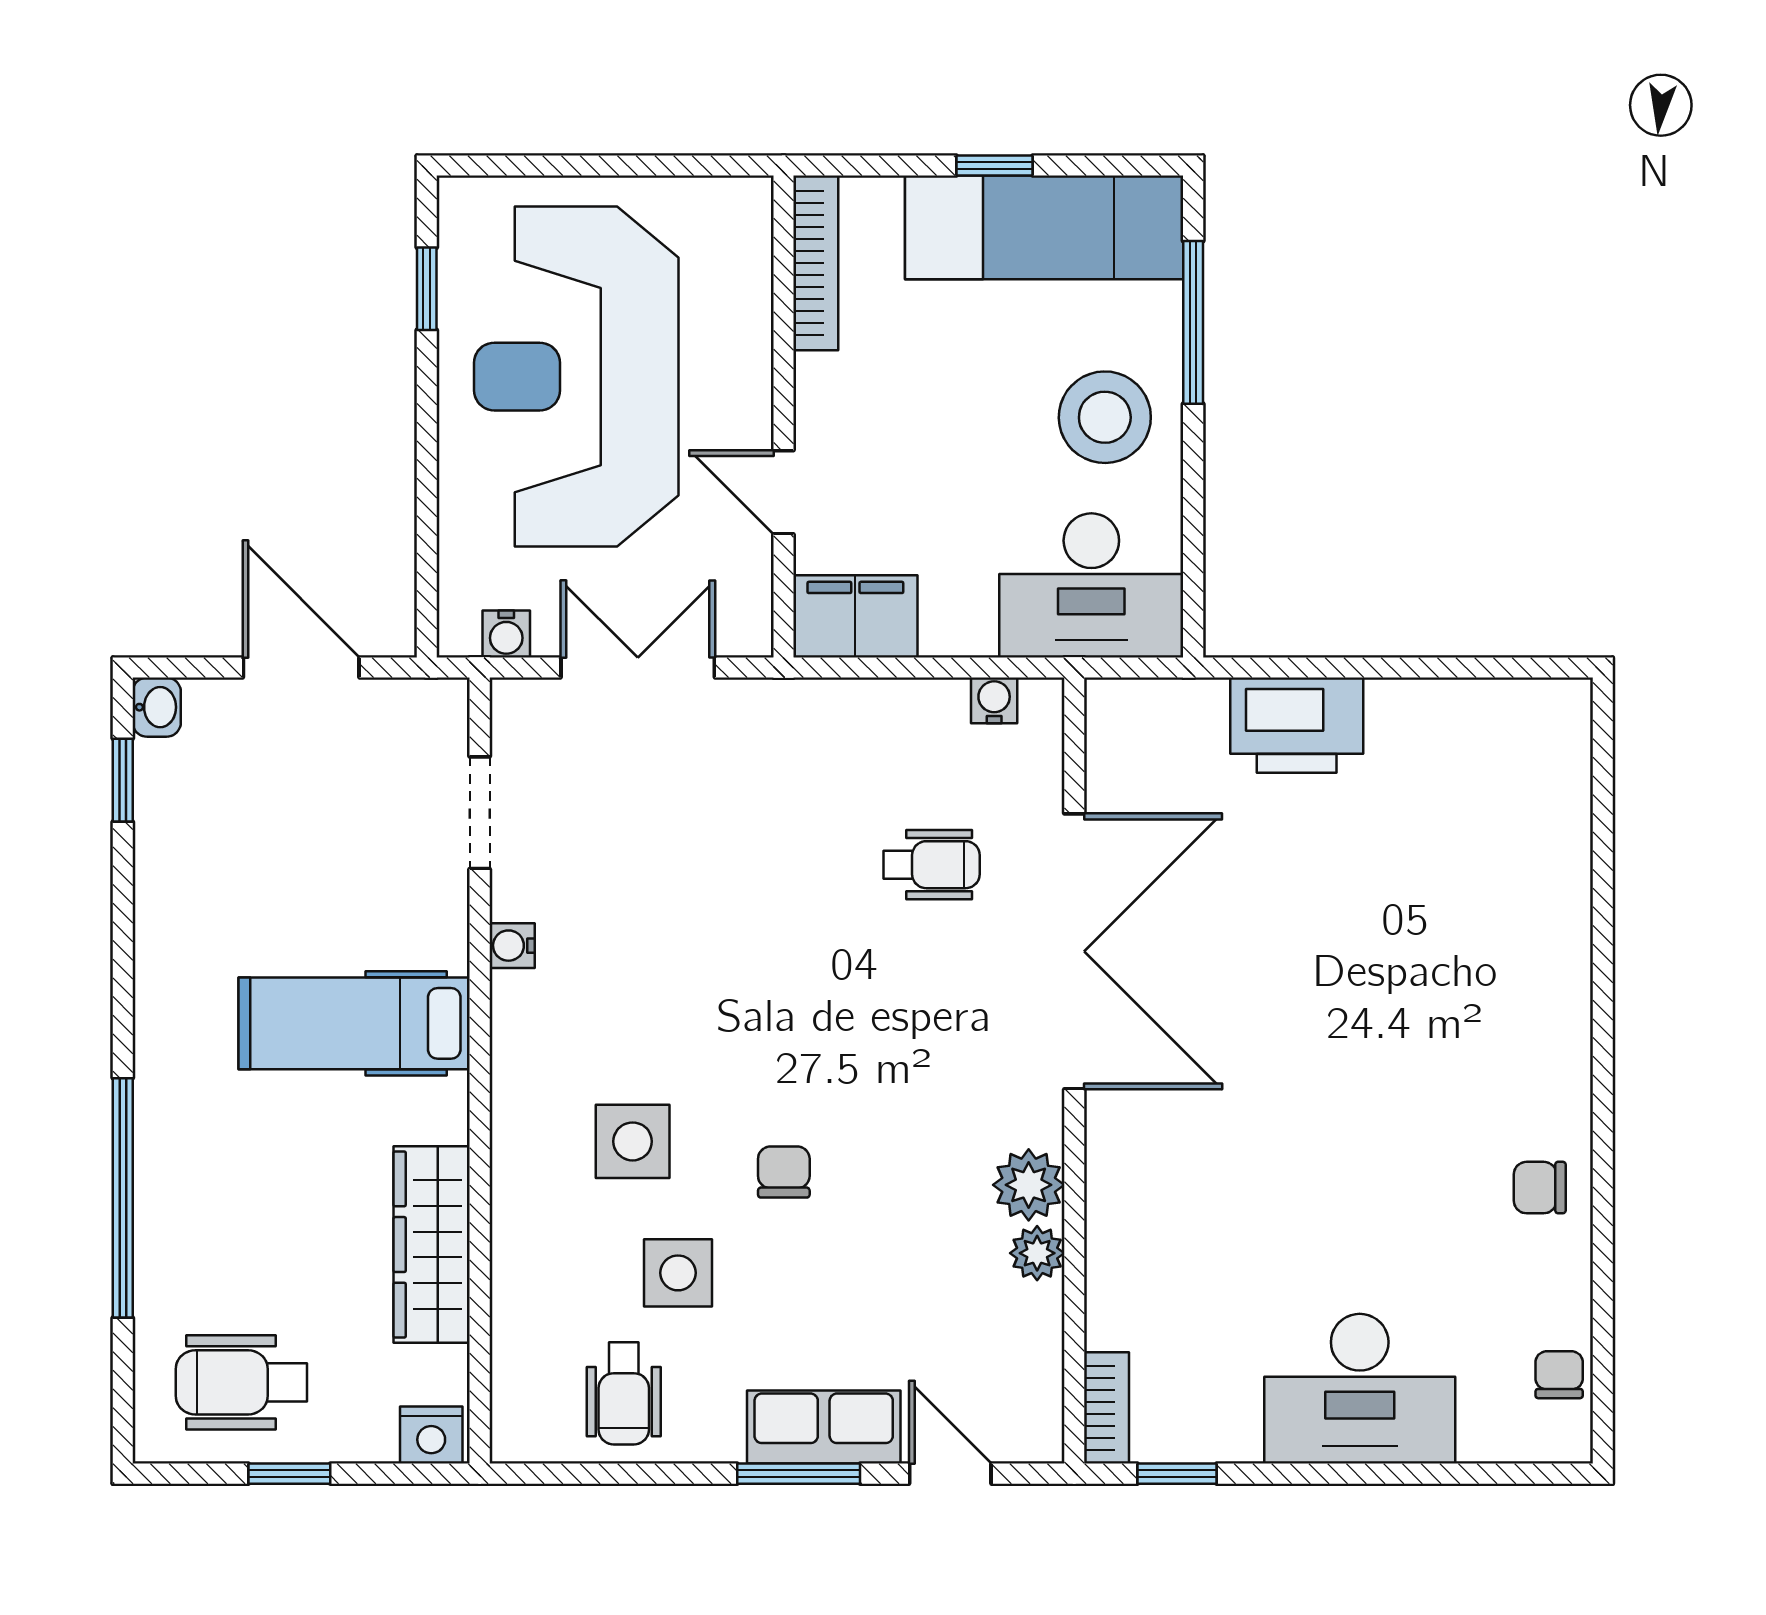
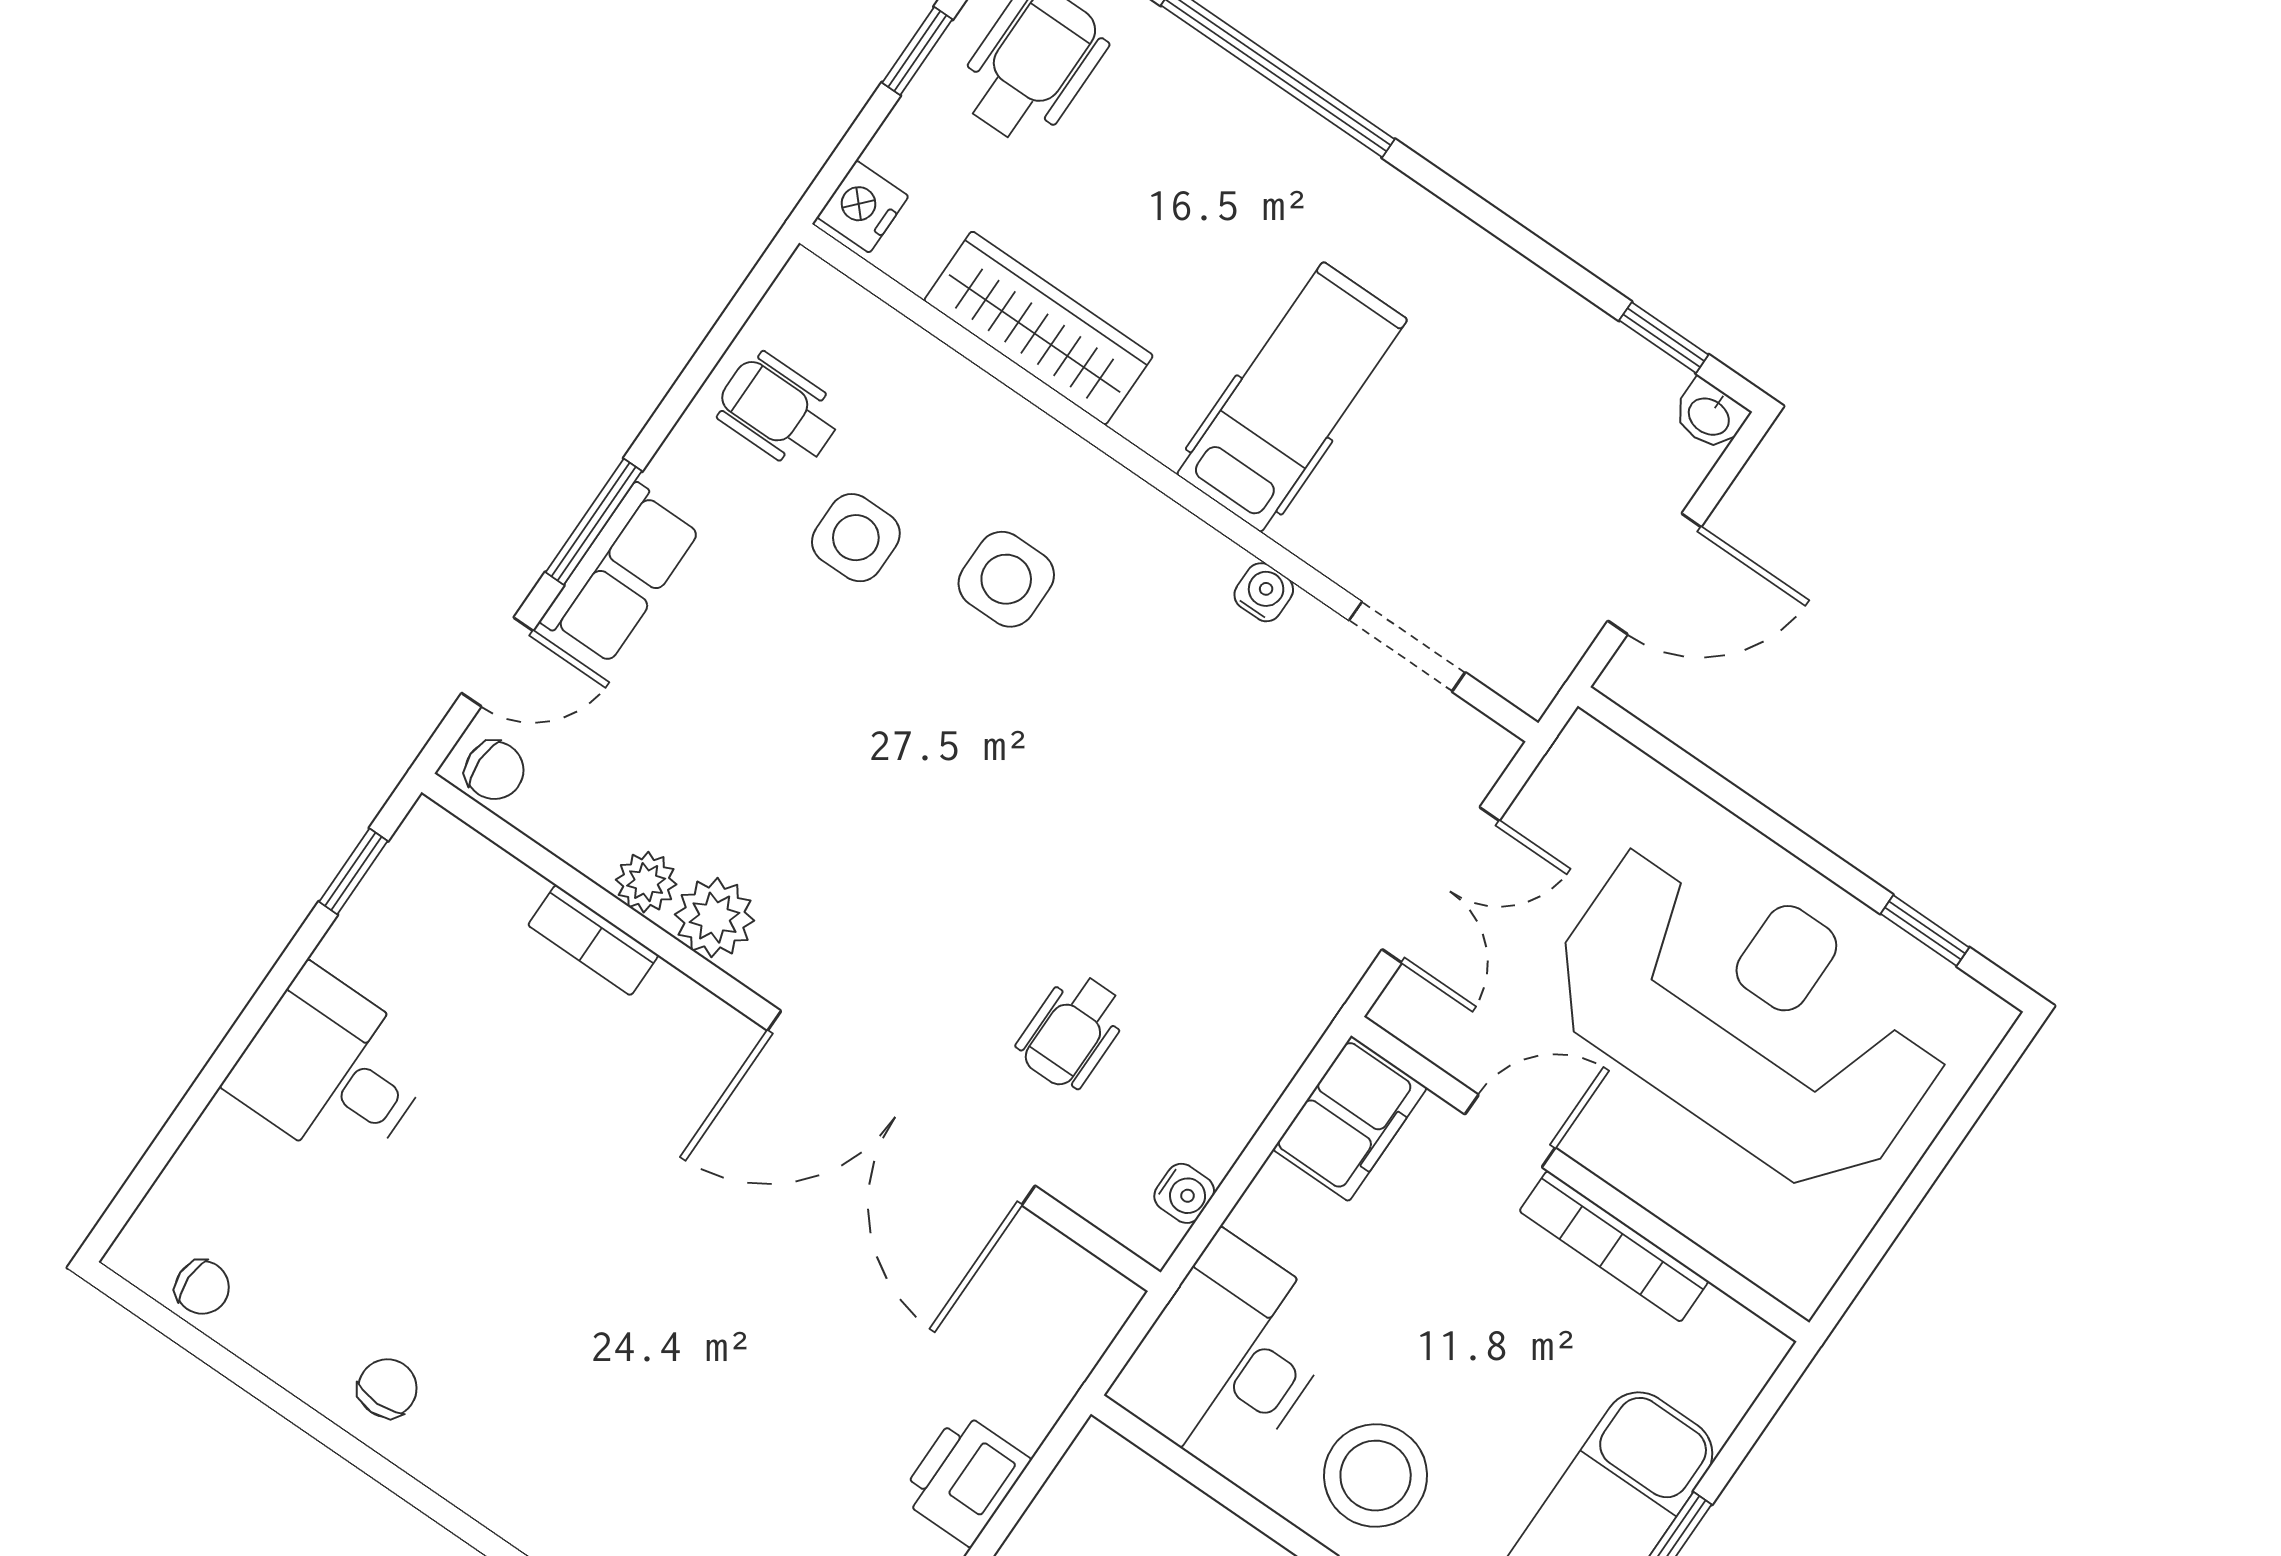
bookcase: (816, 263) -> (1614, 1246), moved
water cooler: (506, 634) -> (1555, 785), removed
printer: (1297, 725) -> (965, 1479), width x0.73, depth x0.84
chair: (784, 1172) -> (494, 770), moved
desk: (1360, 1389) -> (332, 1070), width x0.73
bookcase: (1106, 1408) -> (593, 940), moved

